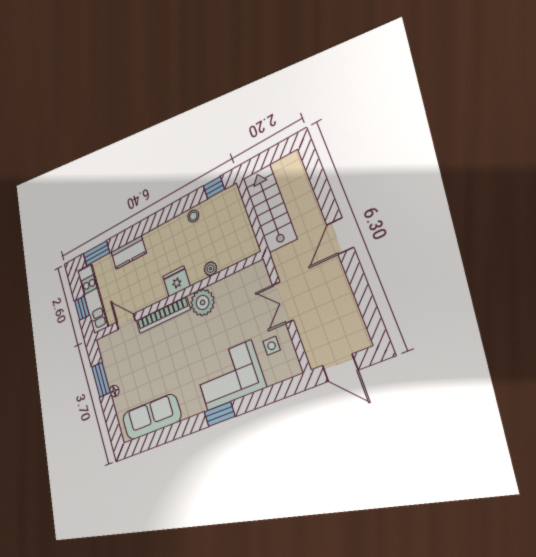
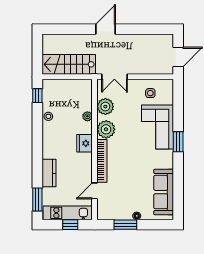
door: (340, 236) -> (105, 29), swing flipped
plant: (231, 288) -> (105, 107), added
double door: (283, 302) -> (114, 77), moved

